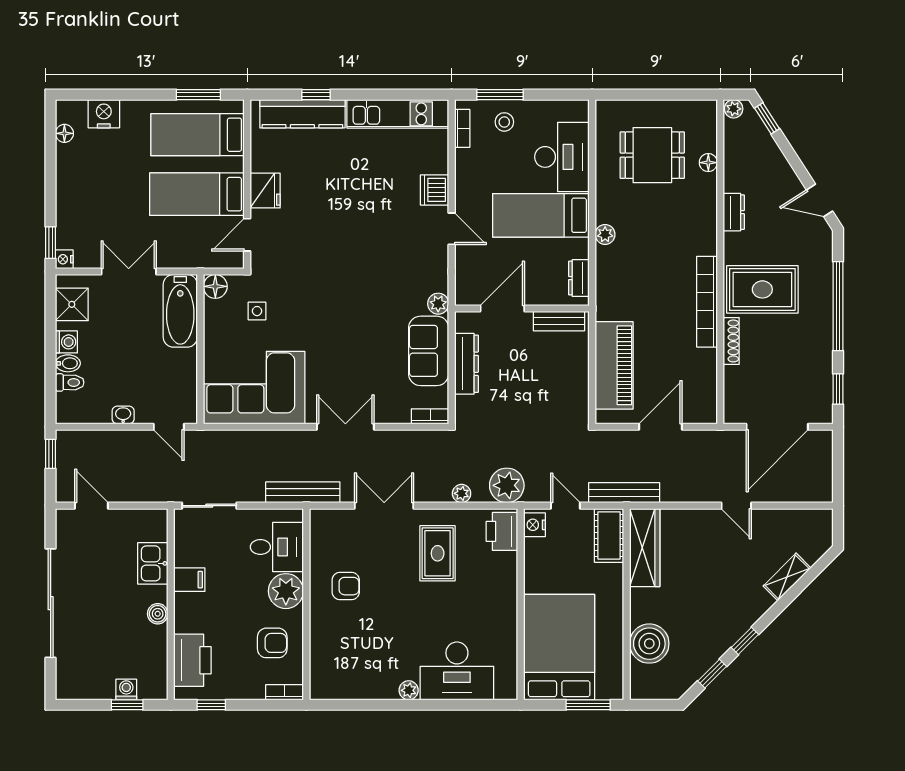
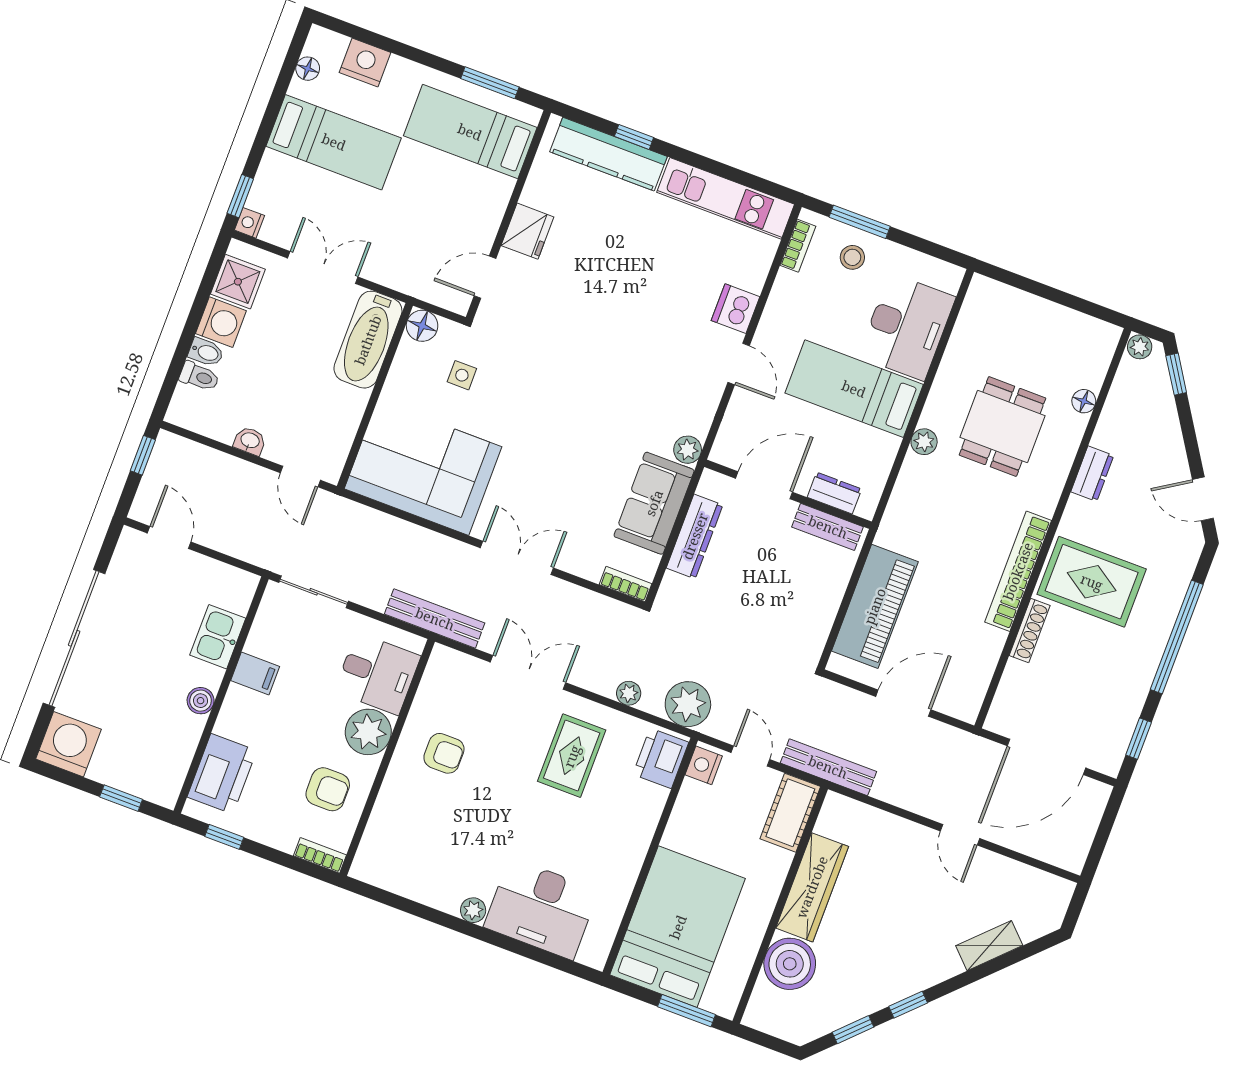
dining table: (652, 155) -> (1002, 427), moved, turned 90
bed: (197, 194) -> (334, 142), moved, turned 180
dresser: (579, 278) -> (834, 493), moved, turned 90
washing machine: (66, 342) -> (221, 322), width x1.38, depth x1.38
wardrobe: (645, 548) -> (812, 887), moved
washing machine: (126, 689) -> (68, 744), moved, width x1.89, depth x1.89

